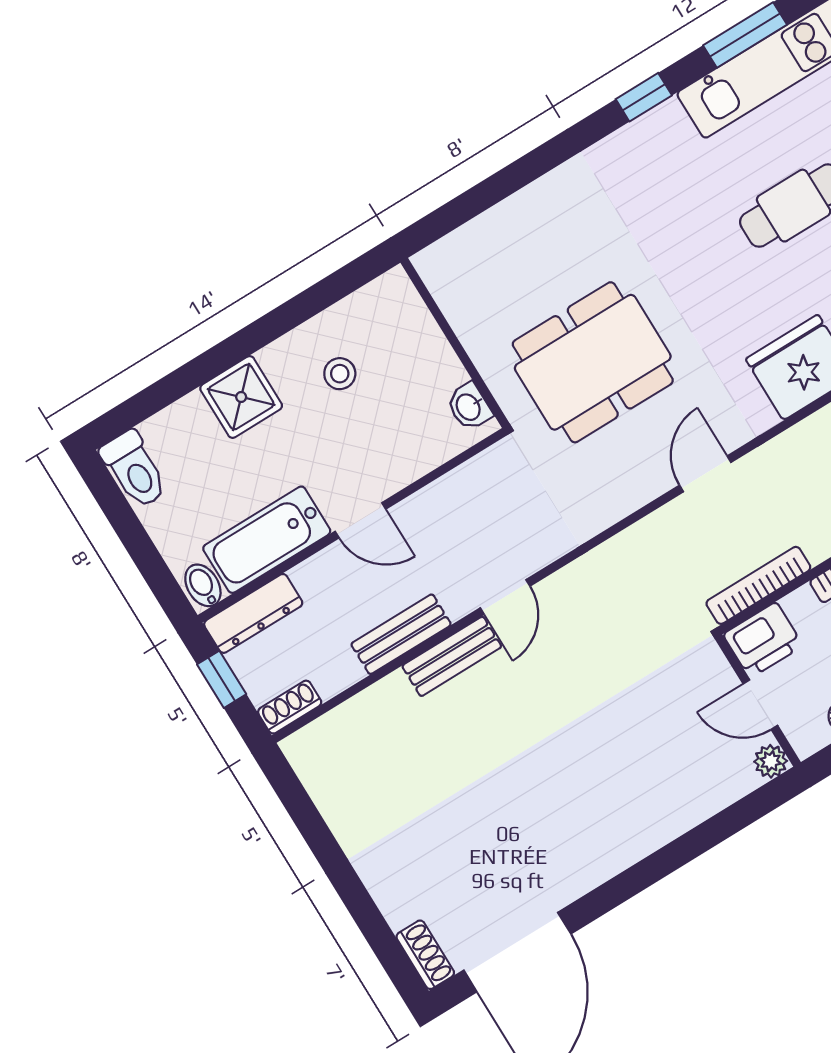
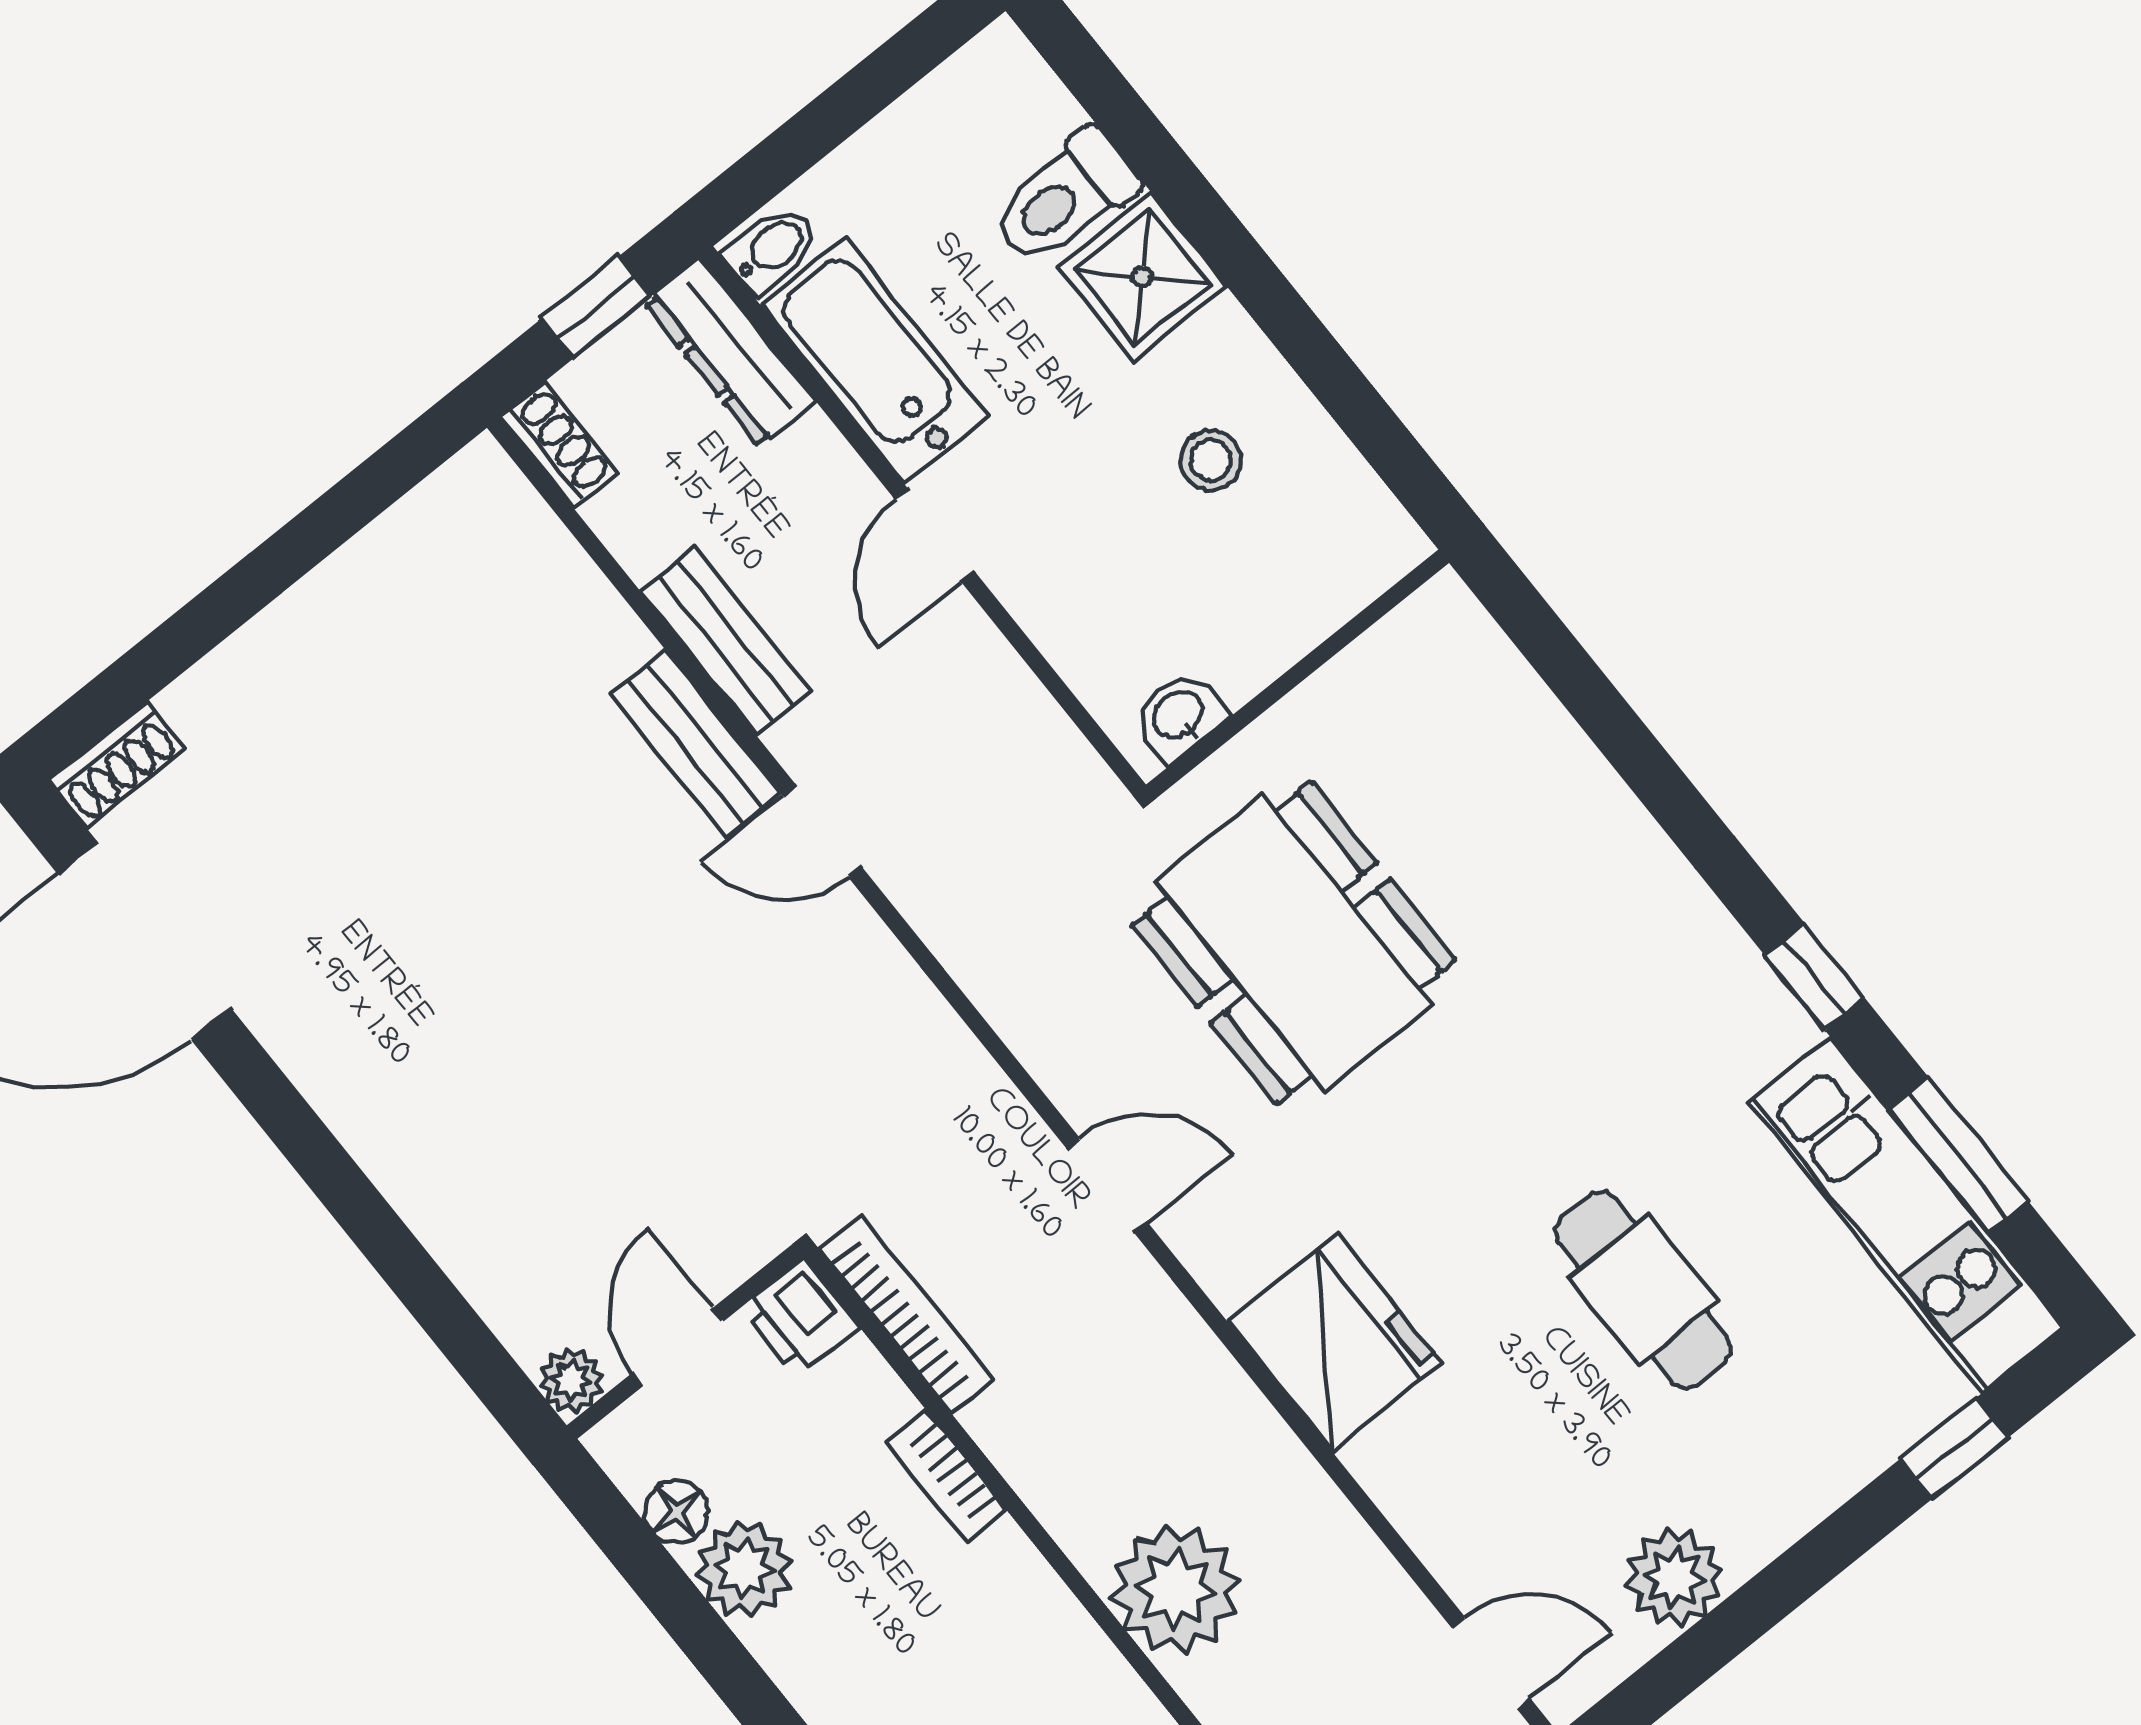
toilet: (134, 470) -> (1064, 198), moved
printer: (763, 640) -> (800, 1318), width x0.73, depth x0.81

